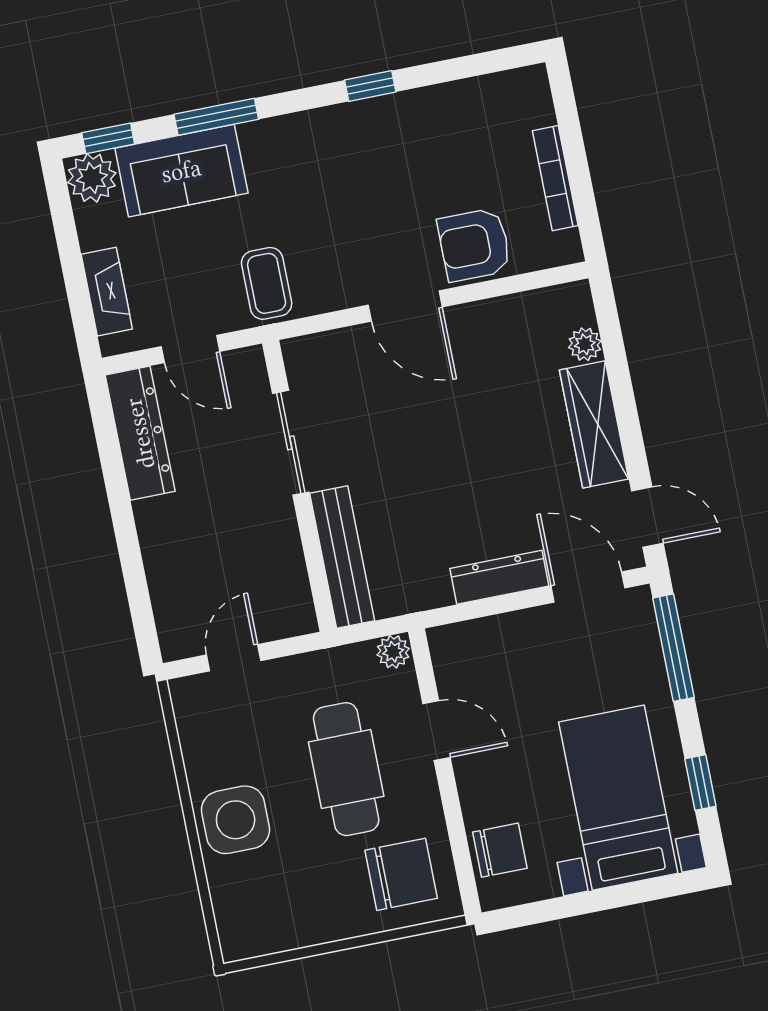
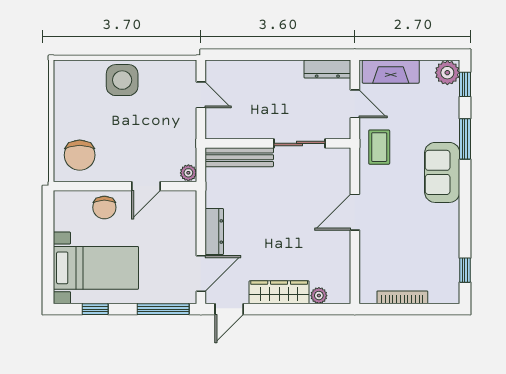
window: (370, 86) -> (465, 270), moved
sofa: (181, 171) -> (442, 172), moved
armchair: (474, 245) -> (378, 252), removed
coffee table: (267, 283) -> (379, 147), turned 90
fireplace: (107, 292) -> (391, 72), width x1.37, depth x1.32
door: (190, 349) -> (355, 104), swing flipped
dresser: (140, 433) -> (327, 69), width x0.73, depth x0.80
cafe table: (346, 769) -> (136, 139), removed
chair: (500, 850) -> (104, 207), moved

